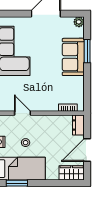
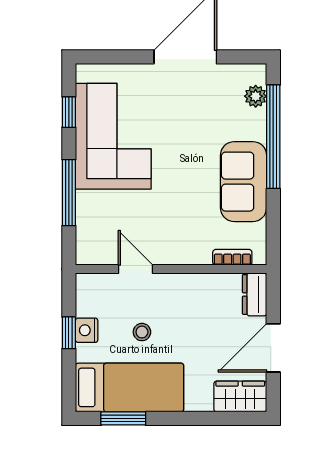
plant: (79, 22) -> (256, 96), moved
window: (87, 51) -> (273, 137), width x2.11
sofa: (73, 57) -> (244, 182), moved

